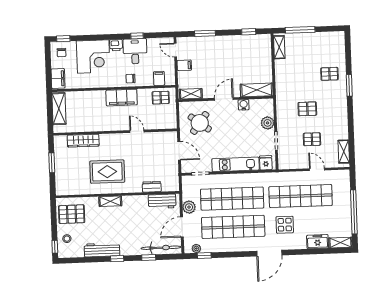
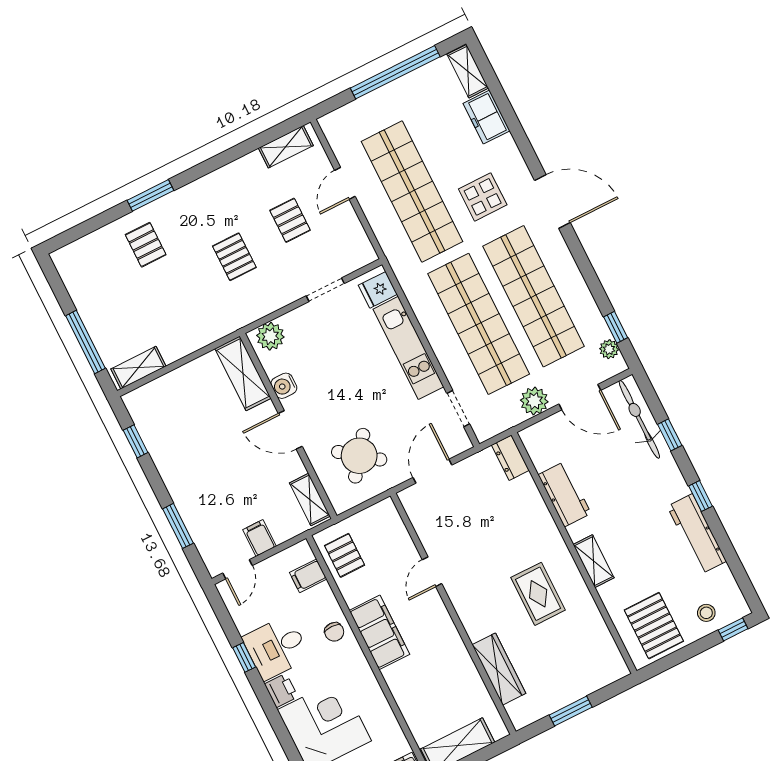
plant: (268, 123) -> (270, 336), moved
rug: (107, 172) -> (538, 594), width x0.73, depth x0.70
dresser: (152, 187) -> (510, 458), moved
workbench: (162, 201) -> (565, 494), moved

